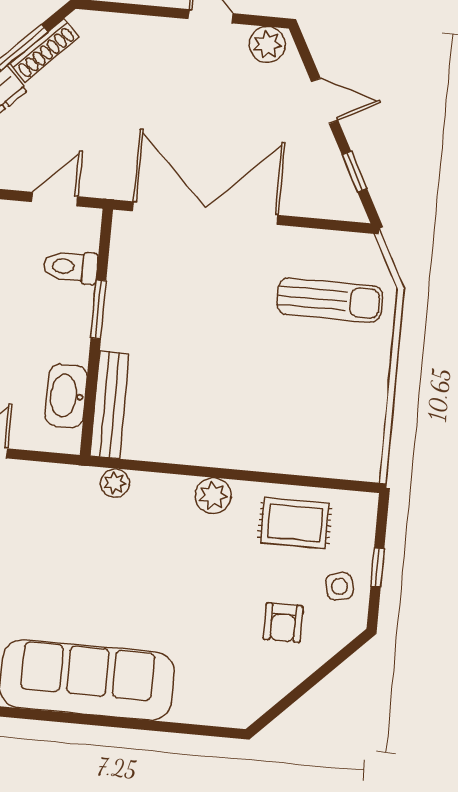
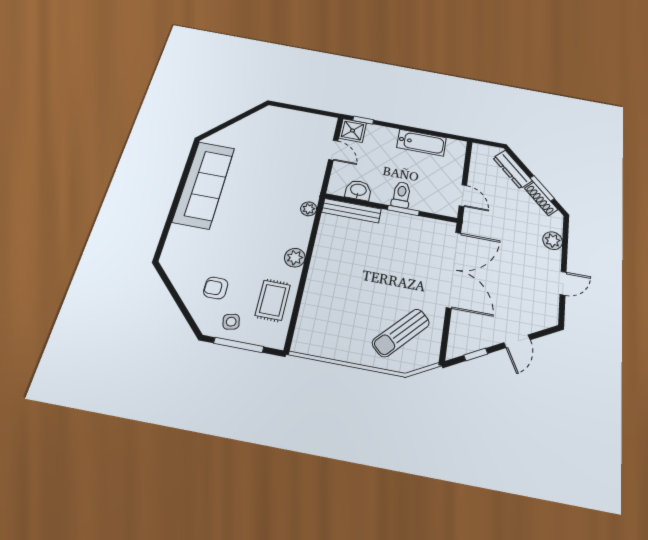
plant: (267, 45) -> (553, 241), moved
toilet: (71, 267) -> (401, 195), moved
sun lounger: (330, 300) -> (401, 333), turned 43
washbasin: (66, 396) -> (358, 190), width x0.72
window: (377, 568) -> (239, 345), width x2.17

